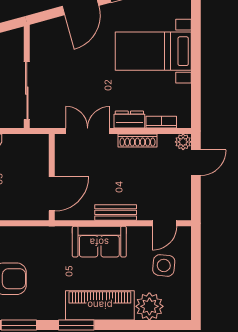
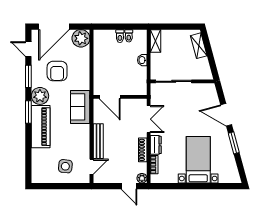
bench: (116, 212) -> (98, 141), width x1.36
door: (165, 223) -> (92, 167), swing flipped
sofa: (99, 242) -> (80, 107), moved
plant: (149, 306) -> (40, 96), moved

